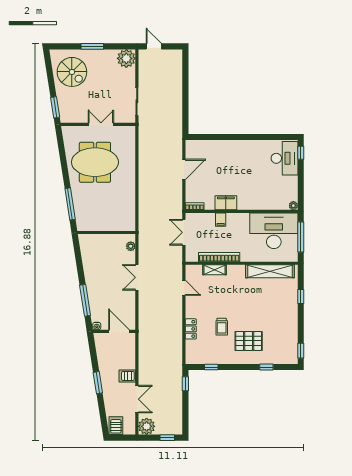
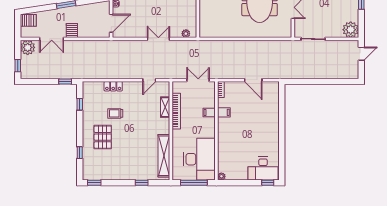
filing cabinet: (226, 203) -> (224, 112), width x0.50

